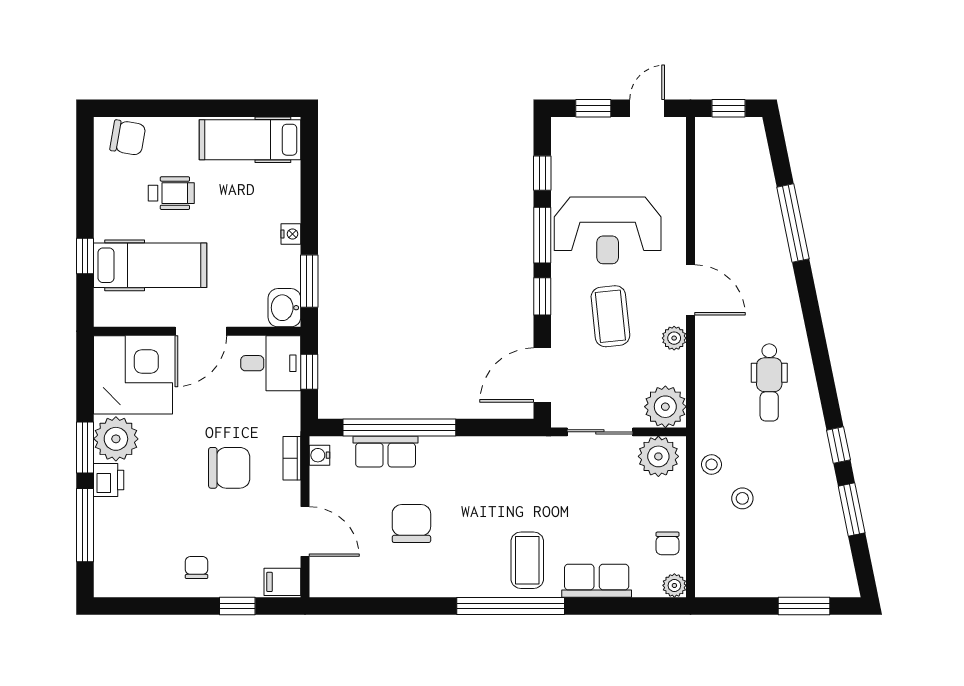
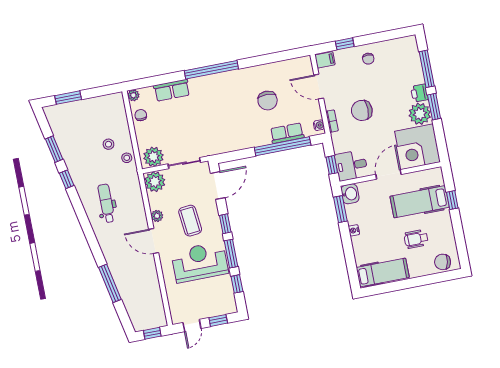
coffee table: (527, 560) -> (208, 94), removed

